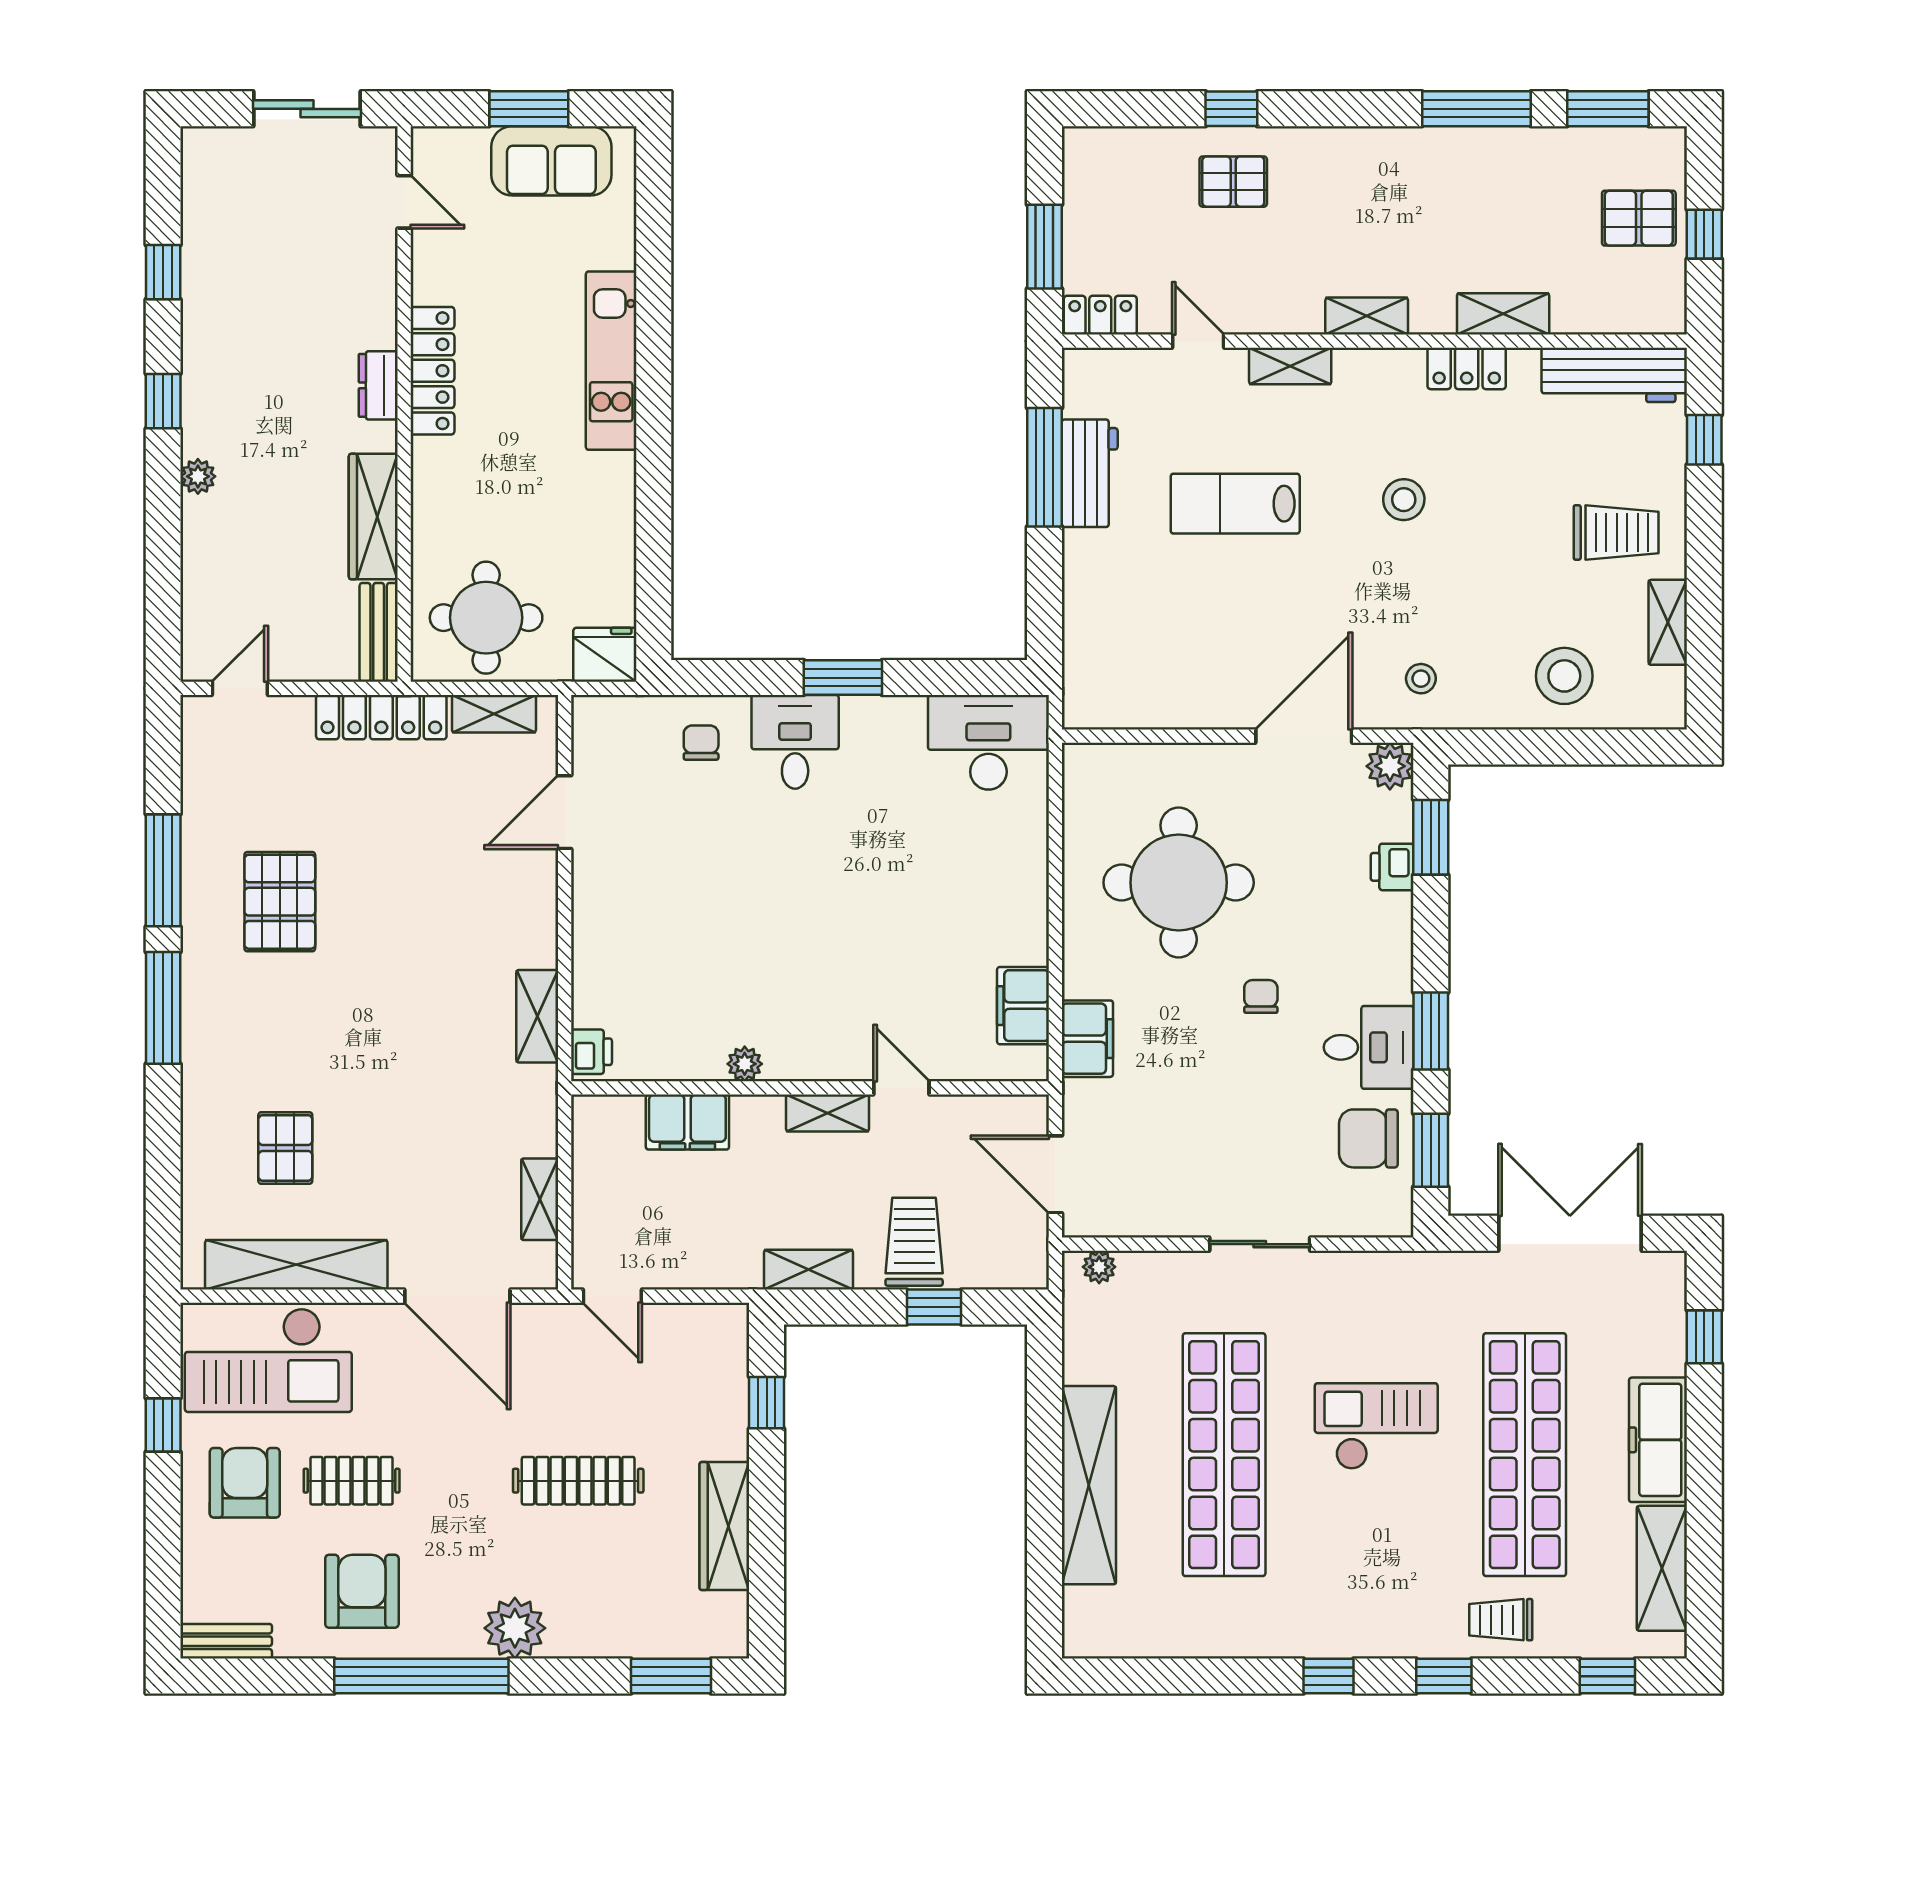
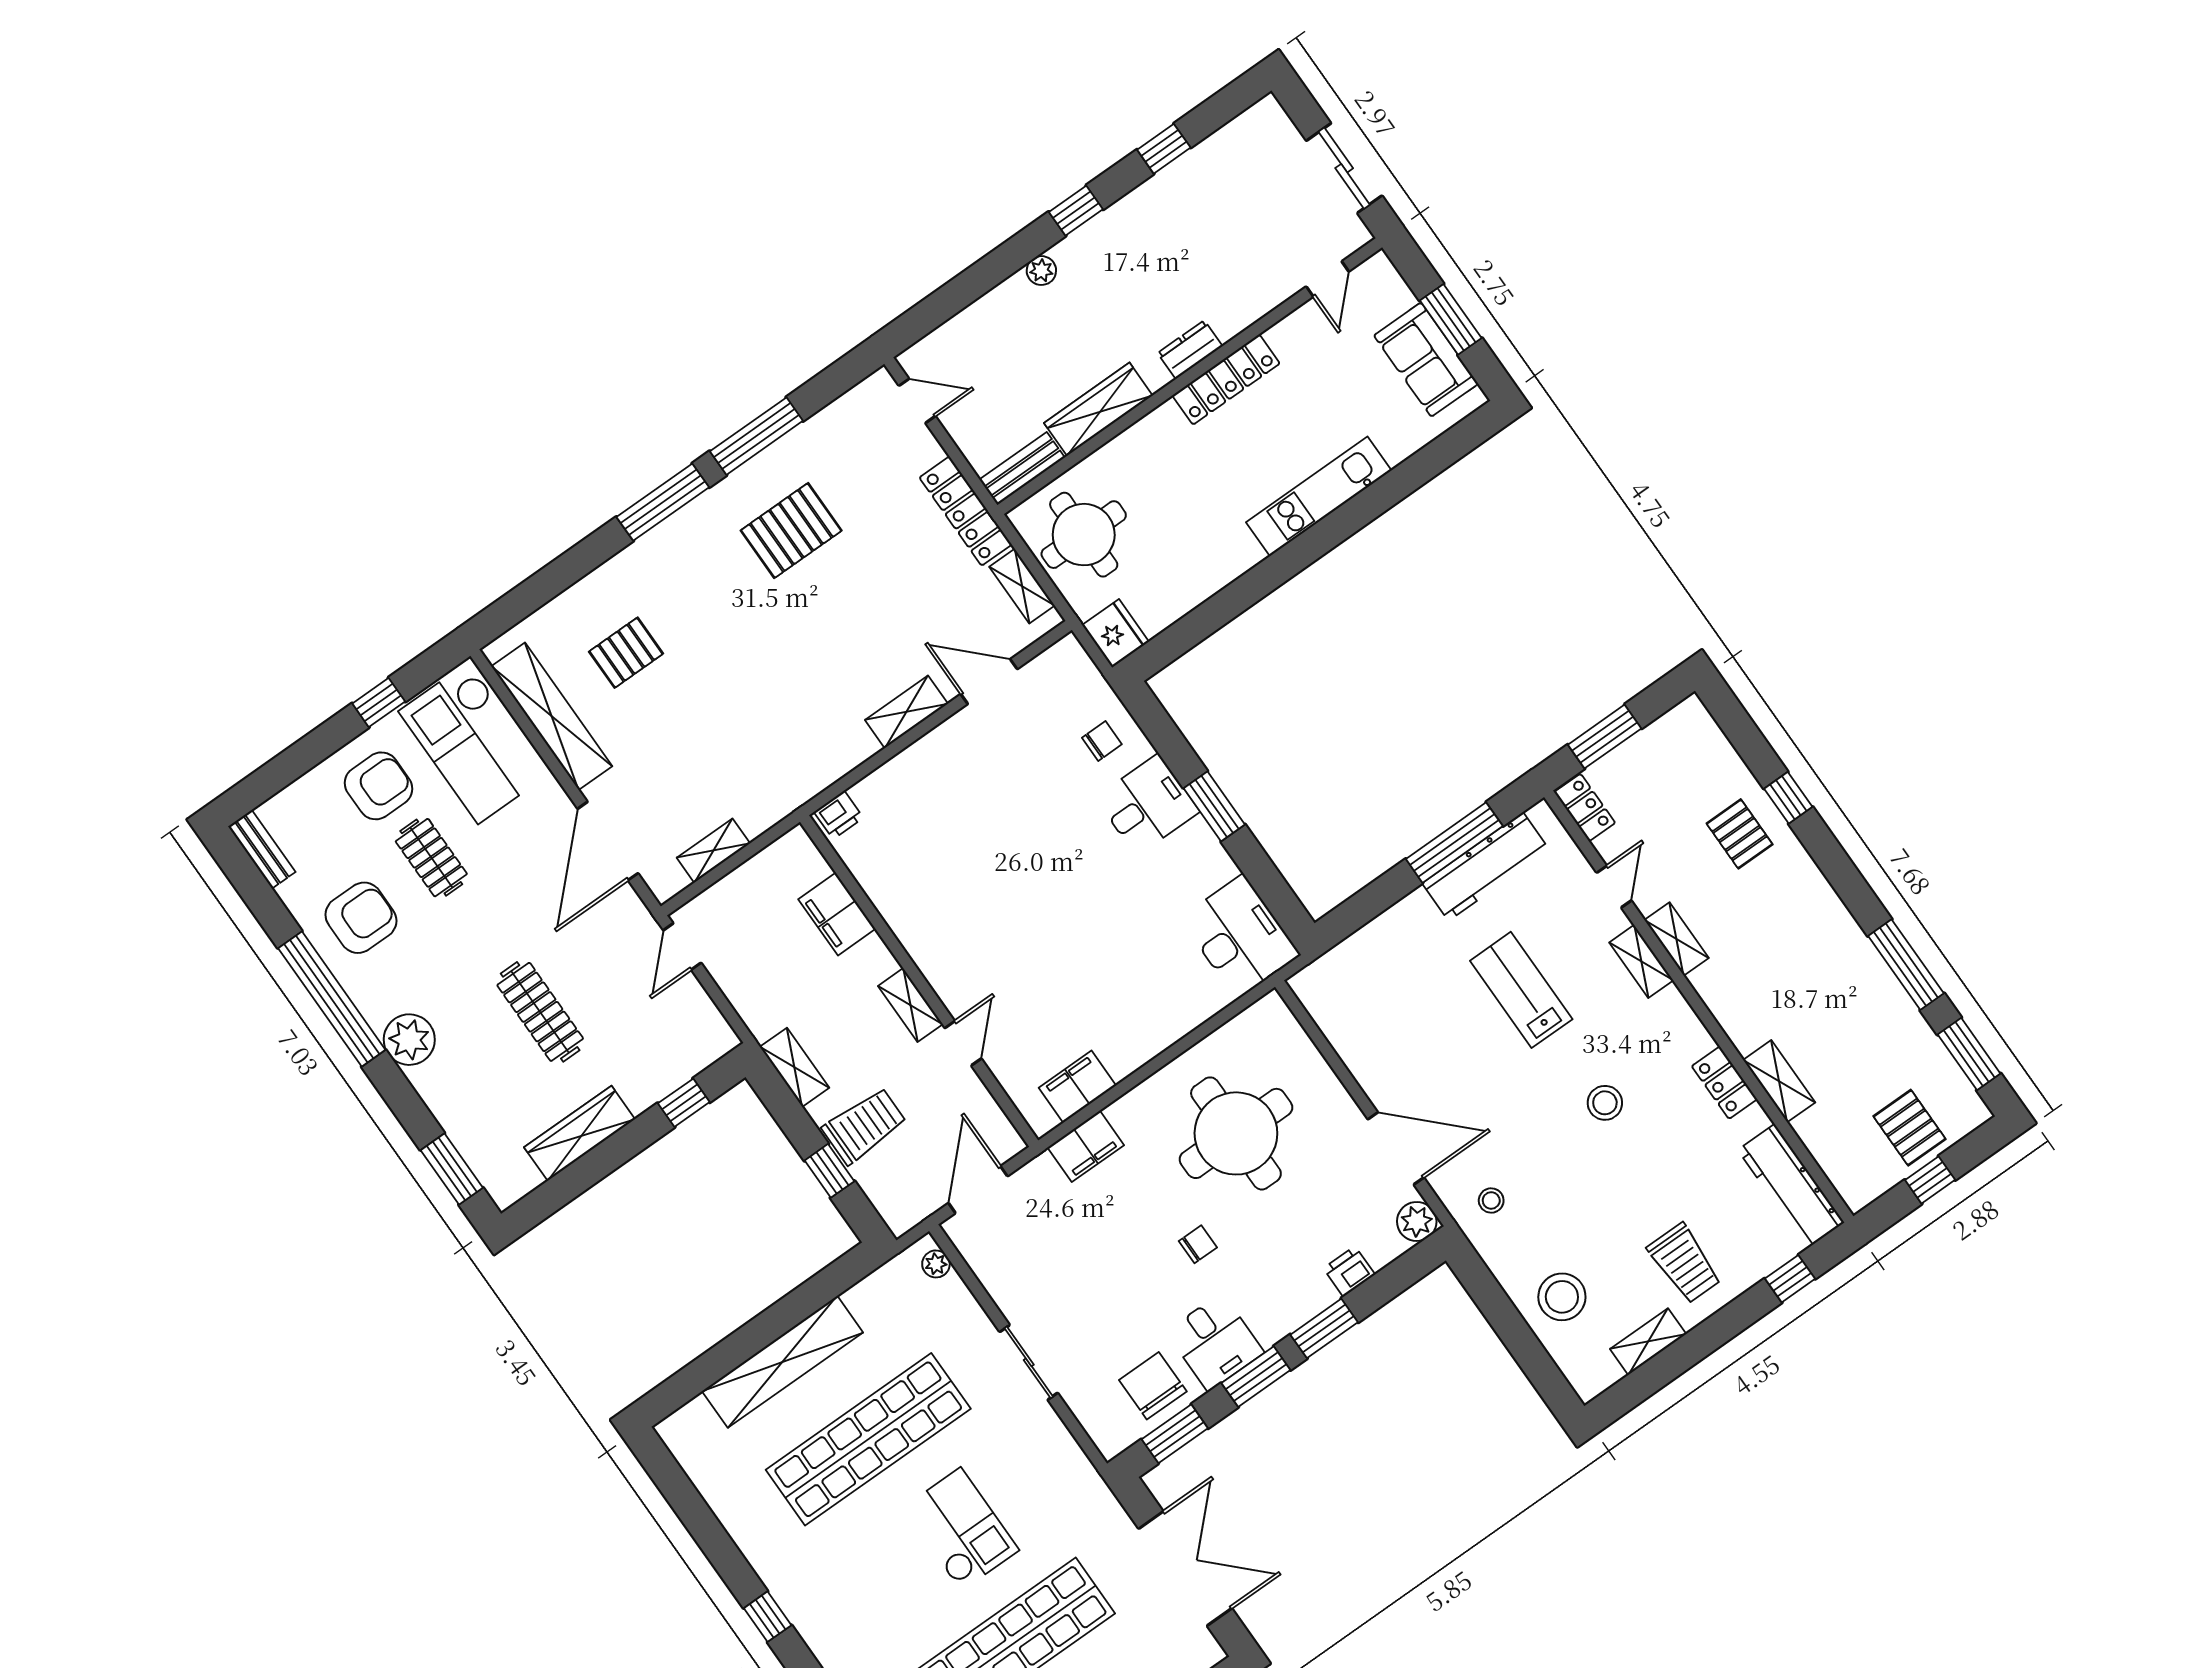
shelving: (1367, 316) -> (1677, 939), moved
workbench: (1090, 473) -> (1486, 867), width x1.37
window: (1431, 837) -> (1324, 1328), moved
shelving: (537, 1016) -> (906, 712), moved
plant: (745, 1064) -> (904, 925), removed

